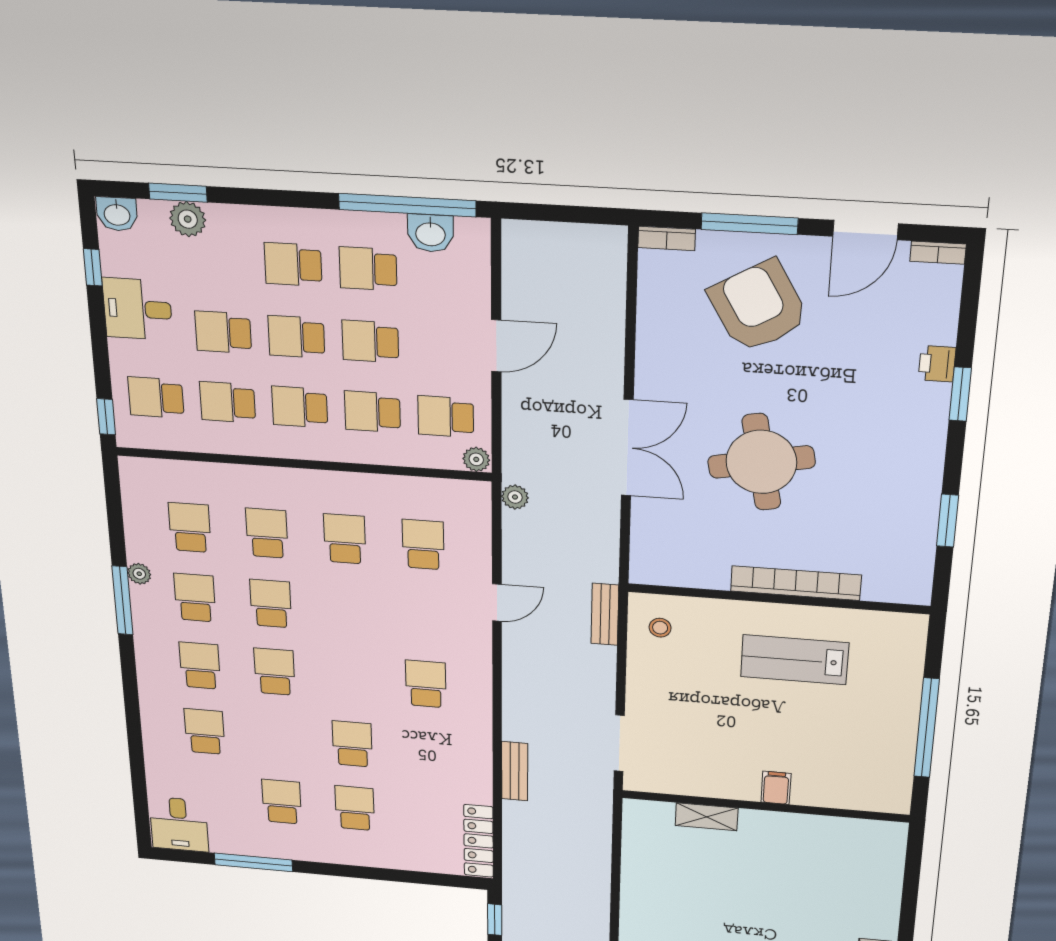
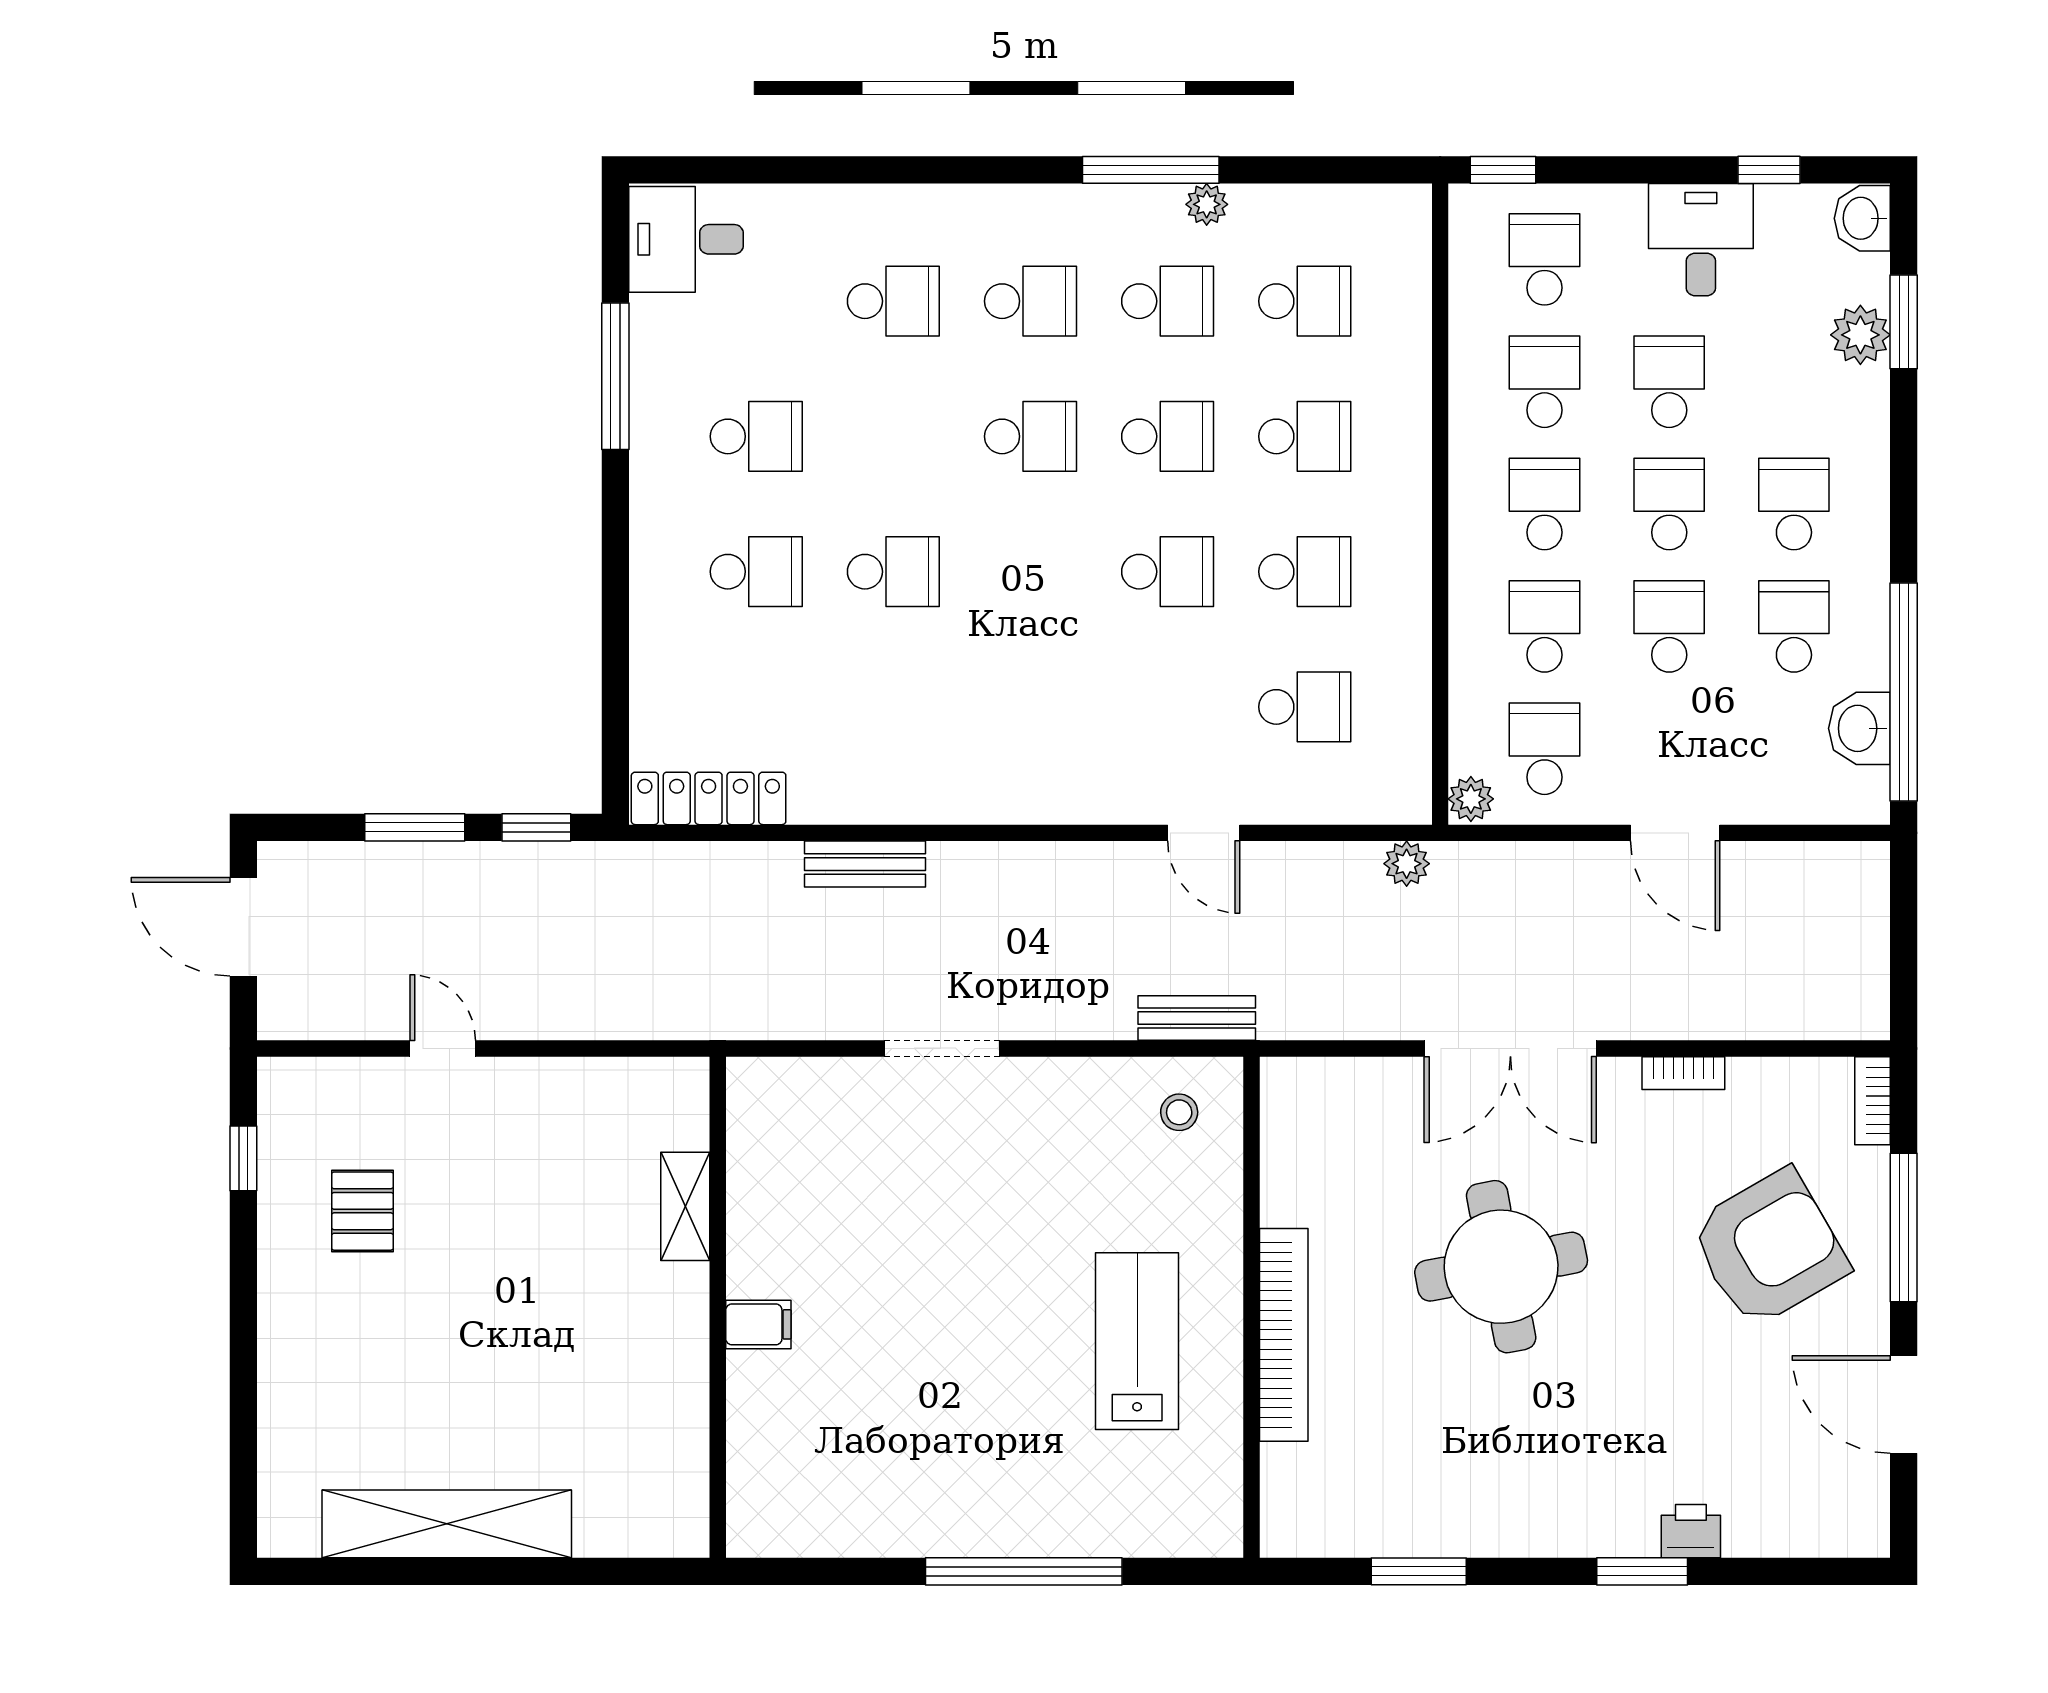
bookcase: (938, 253) -> (1683, 1073), moved, turned -90
school desk: (426, 684) -> (1168, 572), moved
filing cabinet: (776, 788) -> (758, 1324), moved
wall: (765, 806) -> (718, 1307), moved
shelving: (707, 817) -> (685, 1206), moved

